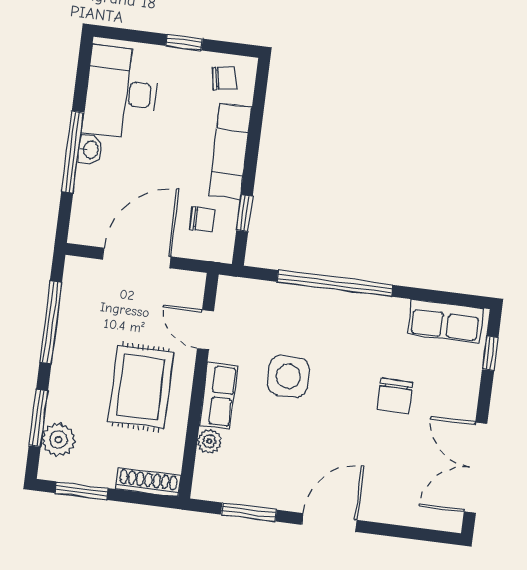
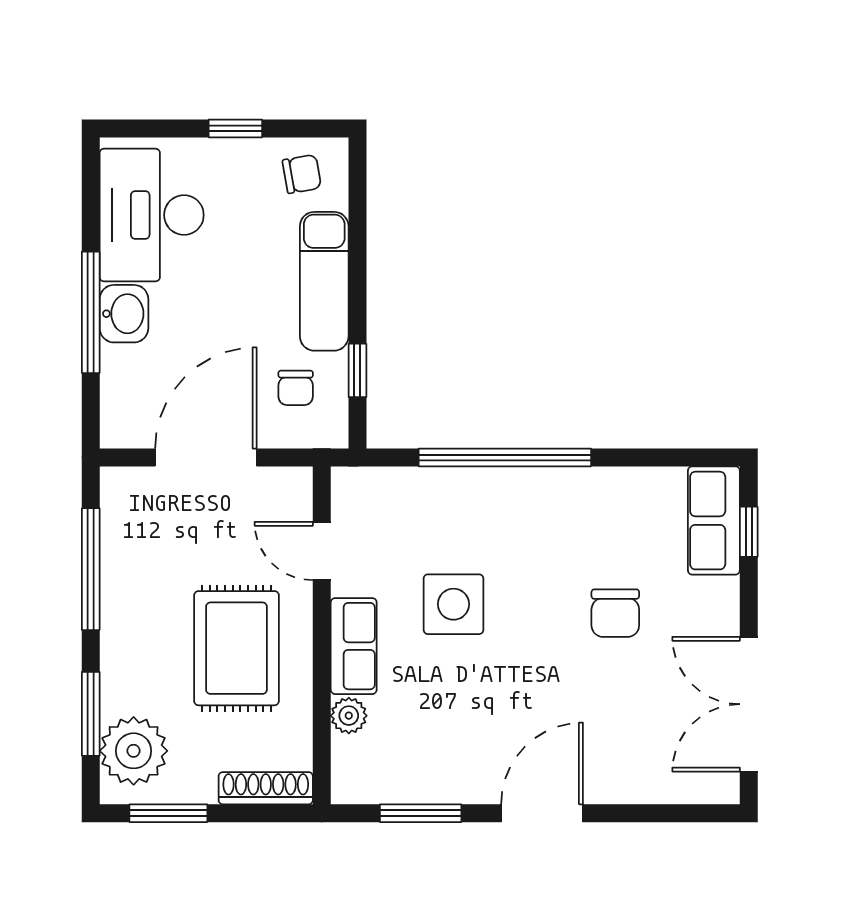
washbasin: (90, 150) -> (124, 314), width x1.38, depth x1.45
chair: (202, 219) -> (296, 388), turned 90
row of seats: (445, 321) -> (714, 521), moved, turned 90
plant: (58, 440) -> (134, 751), width x1.36, depth x1.36

